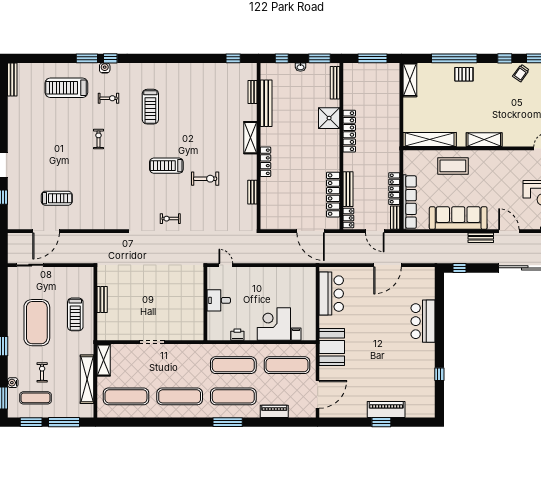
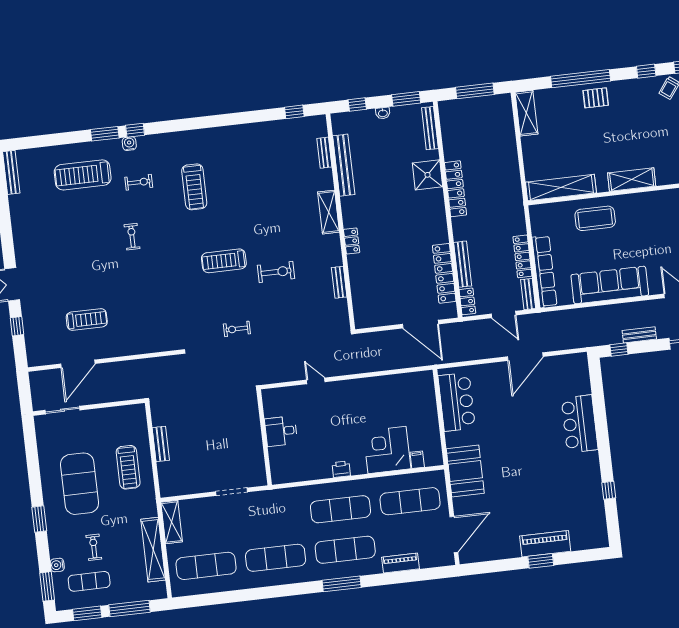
locker: (265, 162) -> (352, 241), width x0.66
bench: (481, 238) -> (639, 335), moved
desk: (219, 300) -> (281, 431), moved
wall: (205, 304) -> (264, 437), moved

